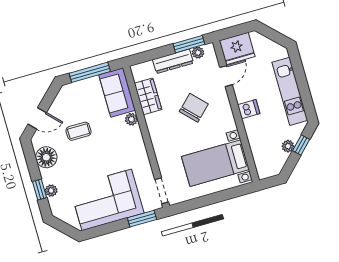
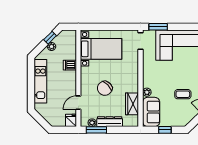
fridge: (237, 49) -> (71, 120), width x0.53, depth x0.75
window: (90, 72) -> (165, 130), width x0.46
dishwasher: (249, 109) -> (70, 65), moved
window: (301, 145) -> (50, 38), moved

